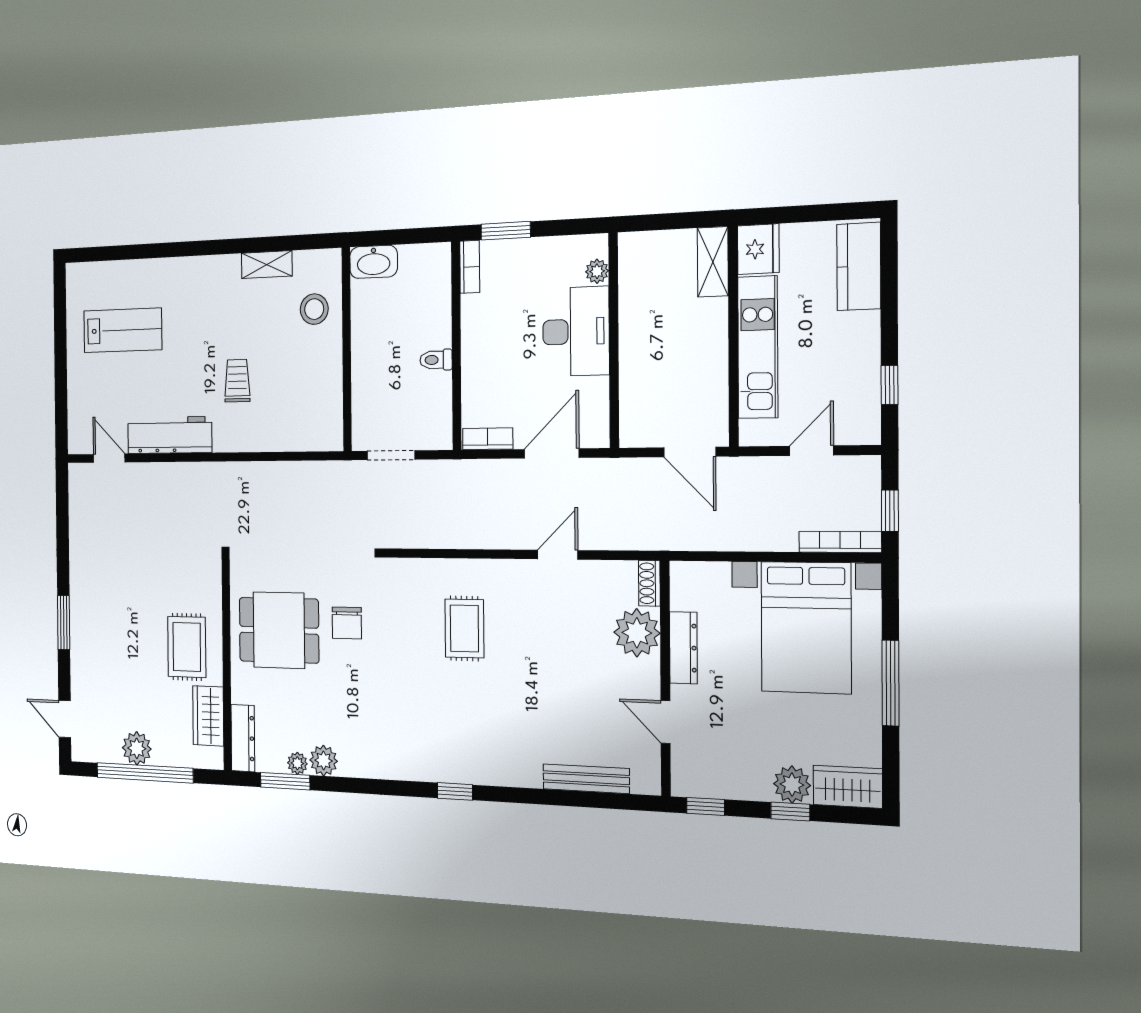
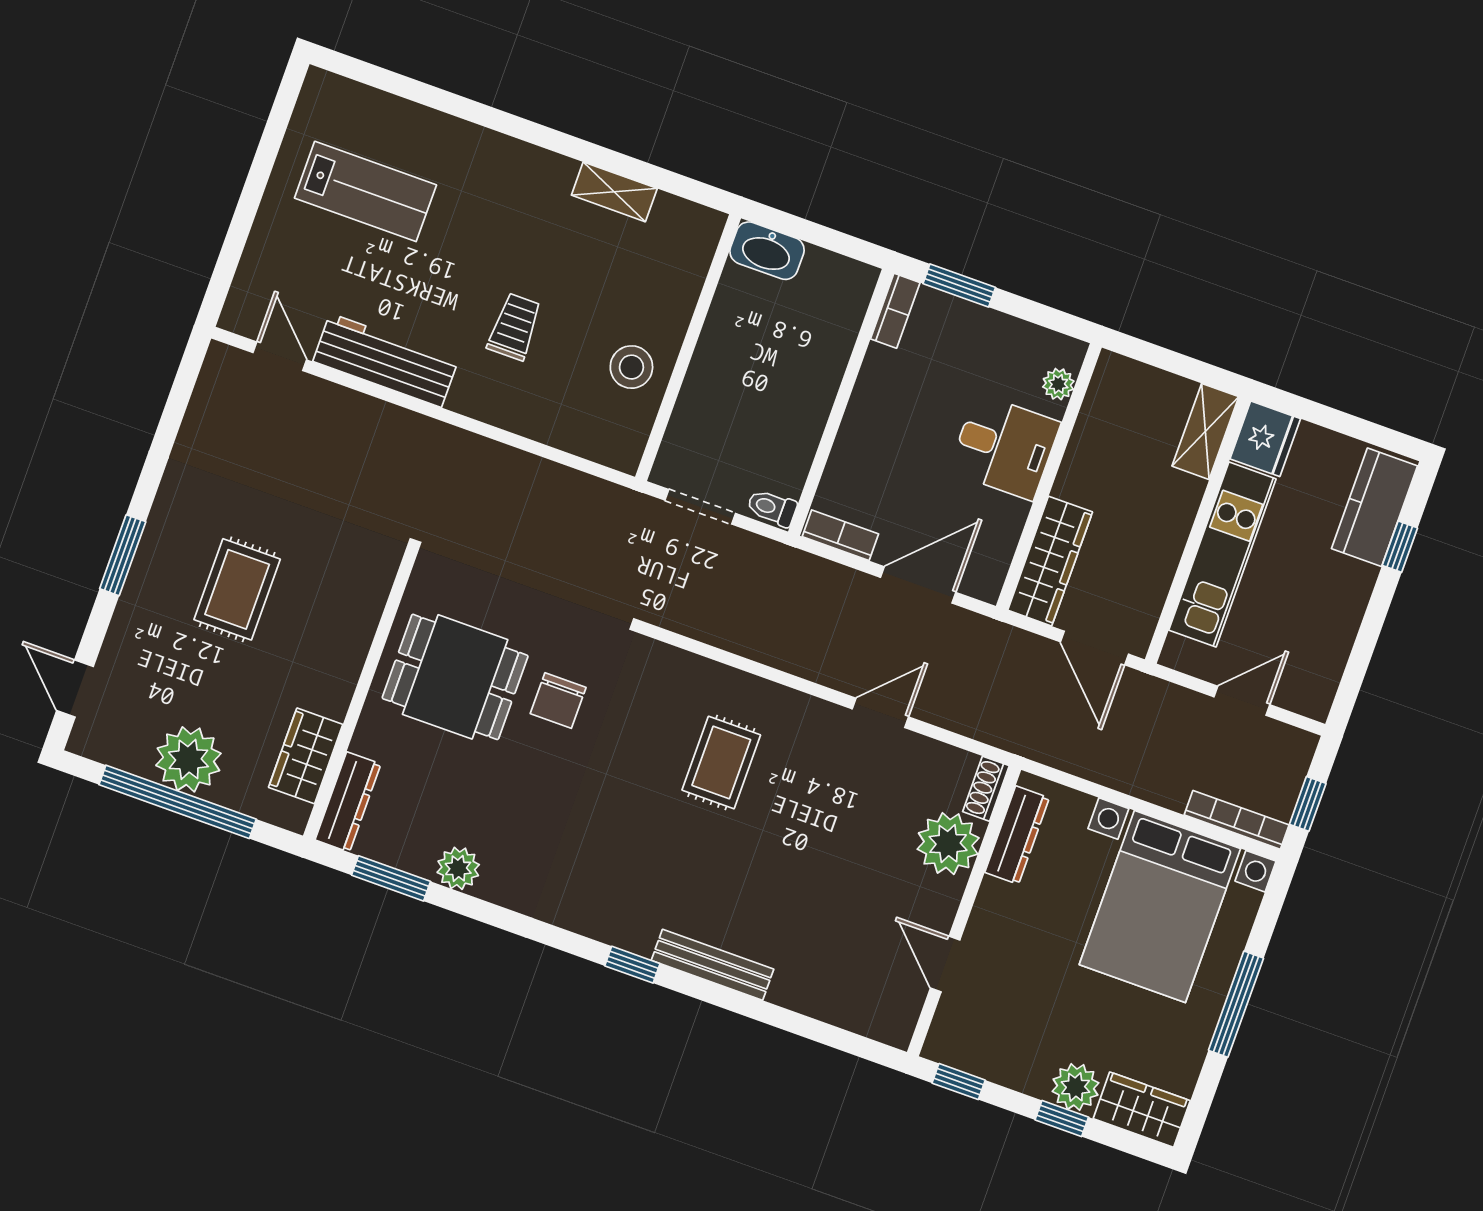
stool: (314, 309) -> (631, 367), moved
desk: (576, 332) -> (1005, 447), width x0.73
toilet: (436, 360) -> (772, 508), moved
window: (889, 385) -> (1400, 547), moved
wardrobe: (636, 401) -> (1050, 561), added
rug: (187, 647) -> (237, 589), moved
dresser: (683, 648) -> (1017, 835), moved
plant: (137, 748) -> (188, 759), width x1.36, depth x1.36
plant: (297, 763) -> (418, 860), removed
bench: (586, 779) -> (713, 965), moved

